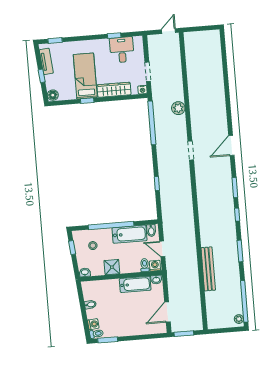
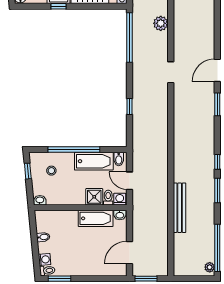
window: (235, 188) -> (217, 104), moved
window: (237, 215) -> (217, 162), moved
shower: (112, 267) -> (94, 197), moved

